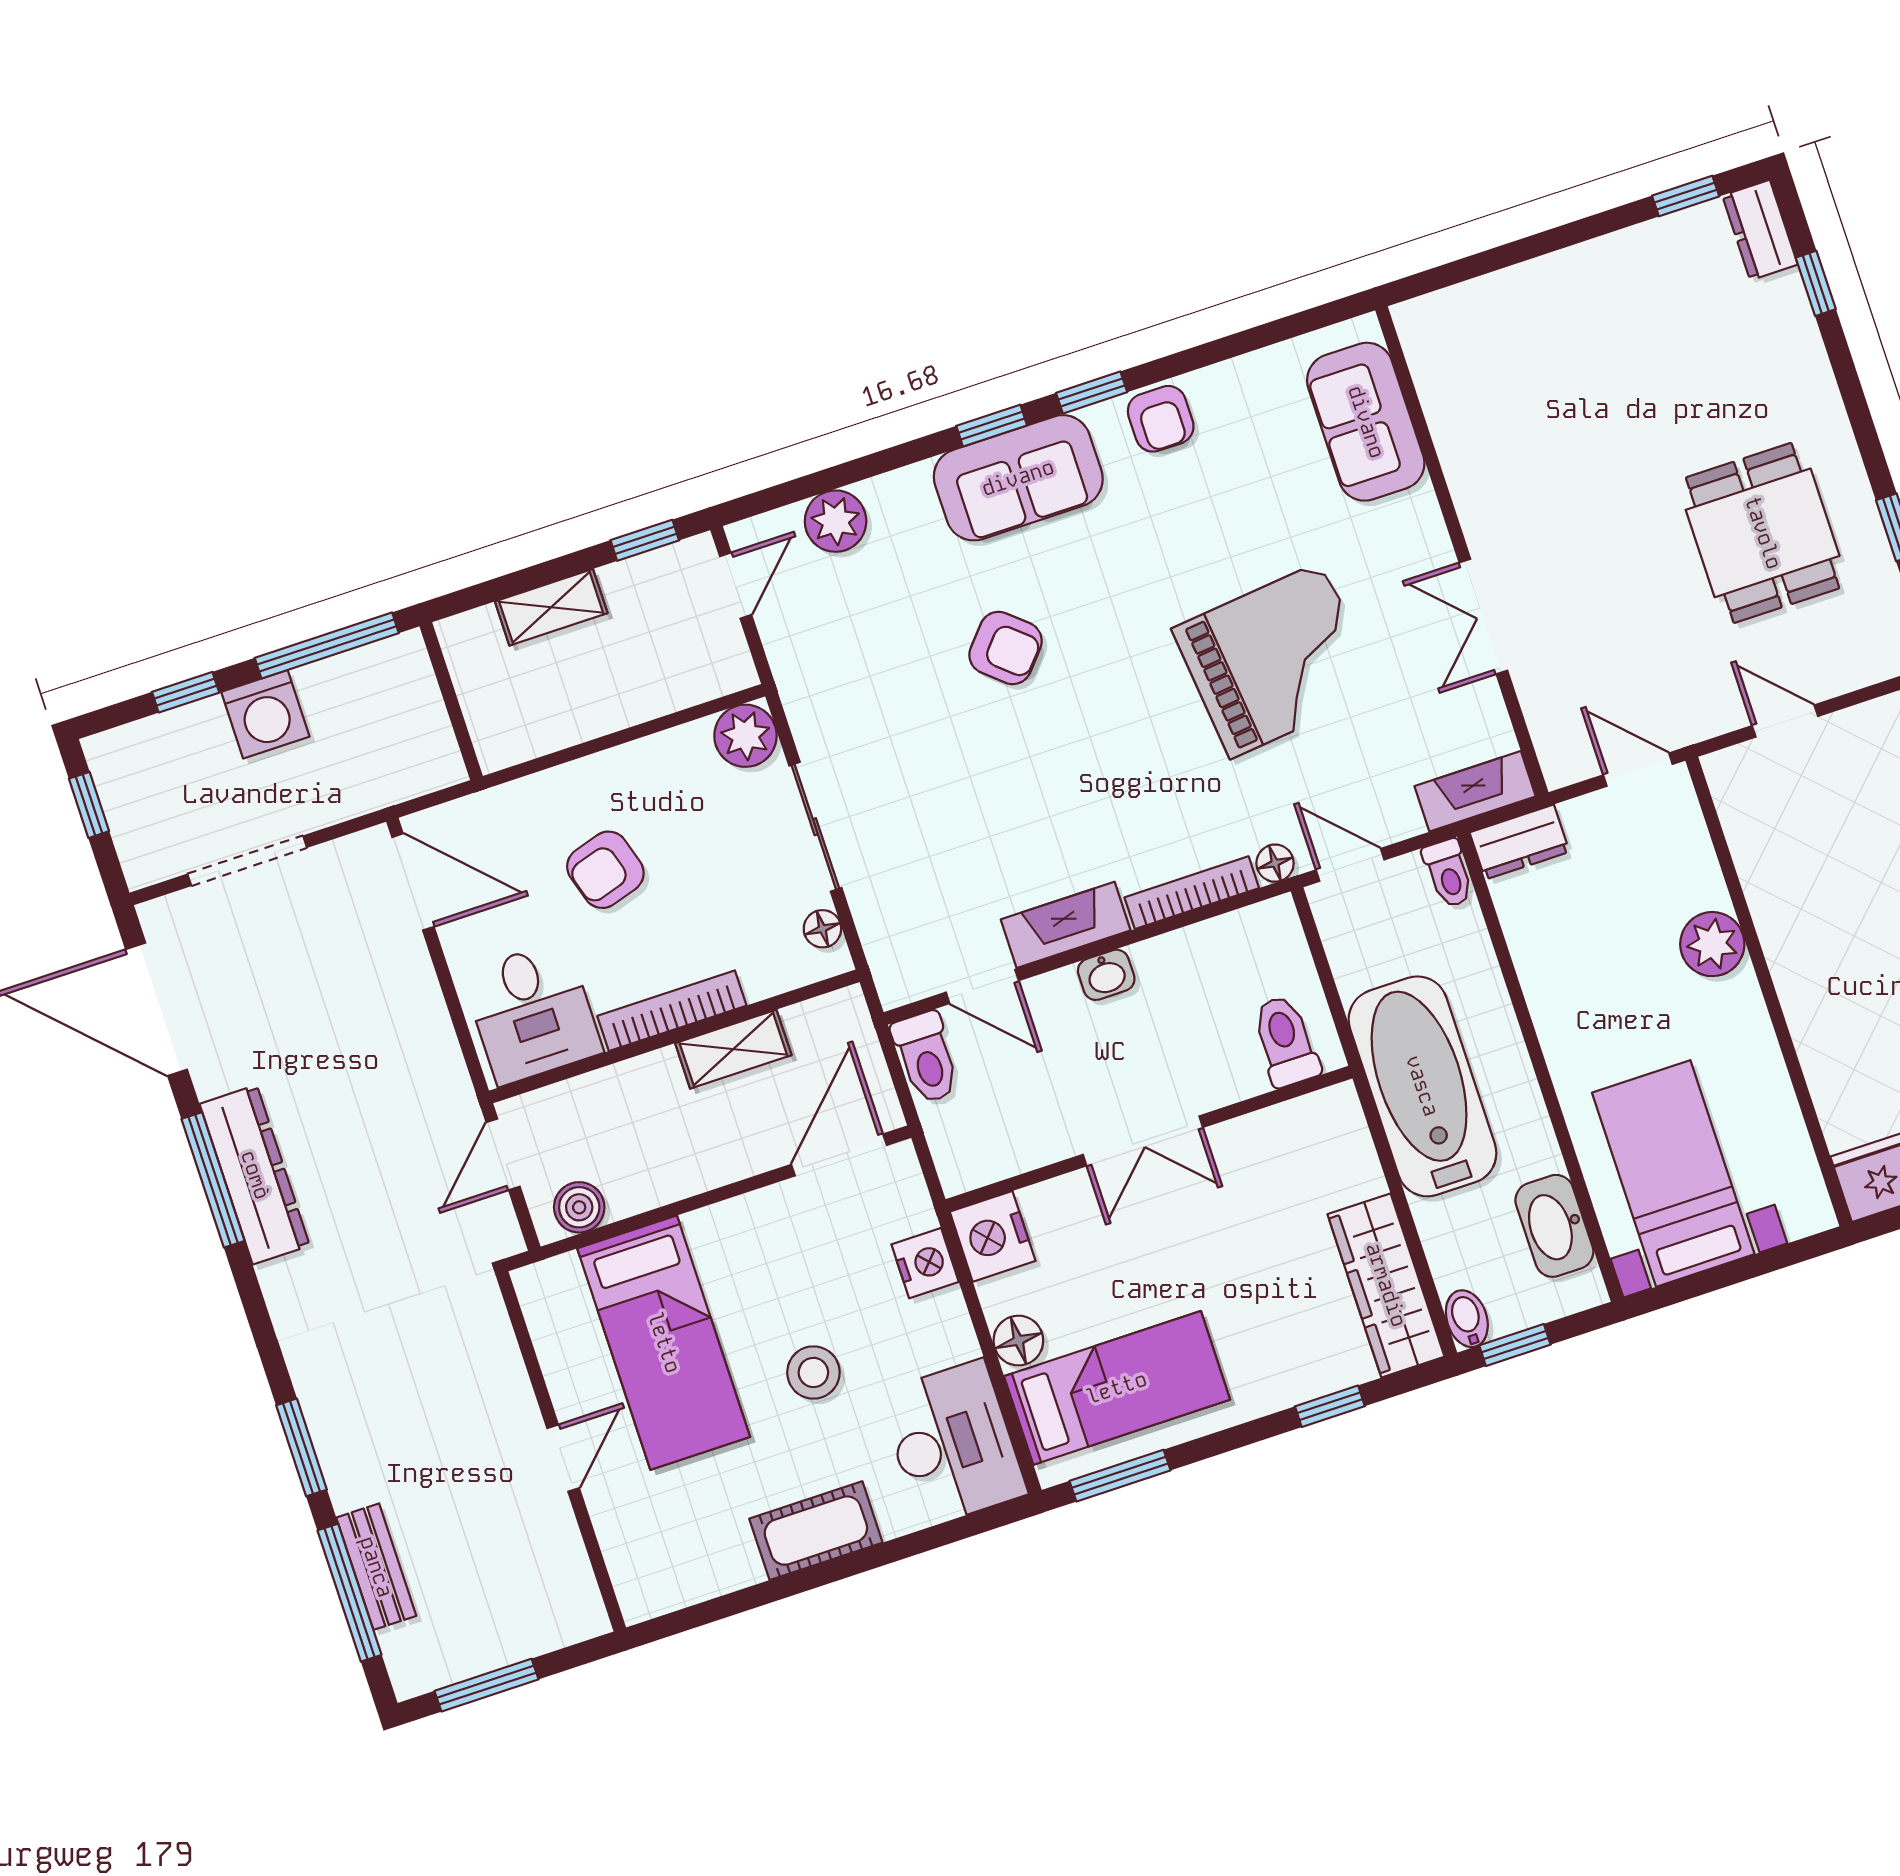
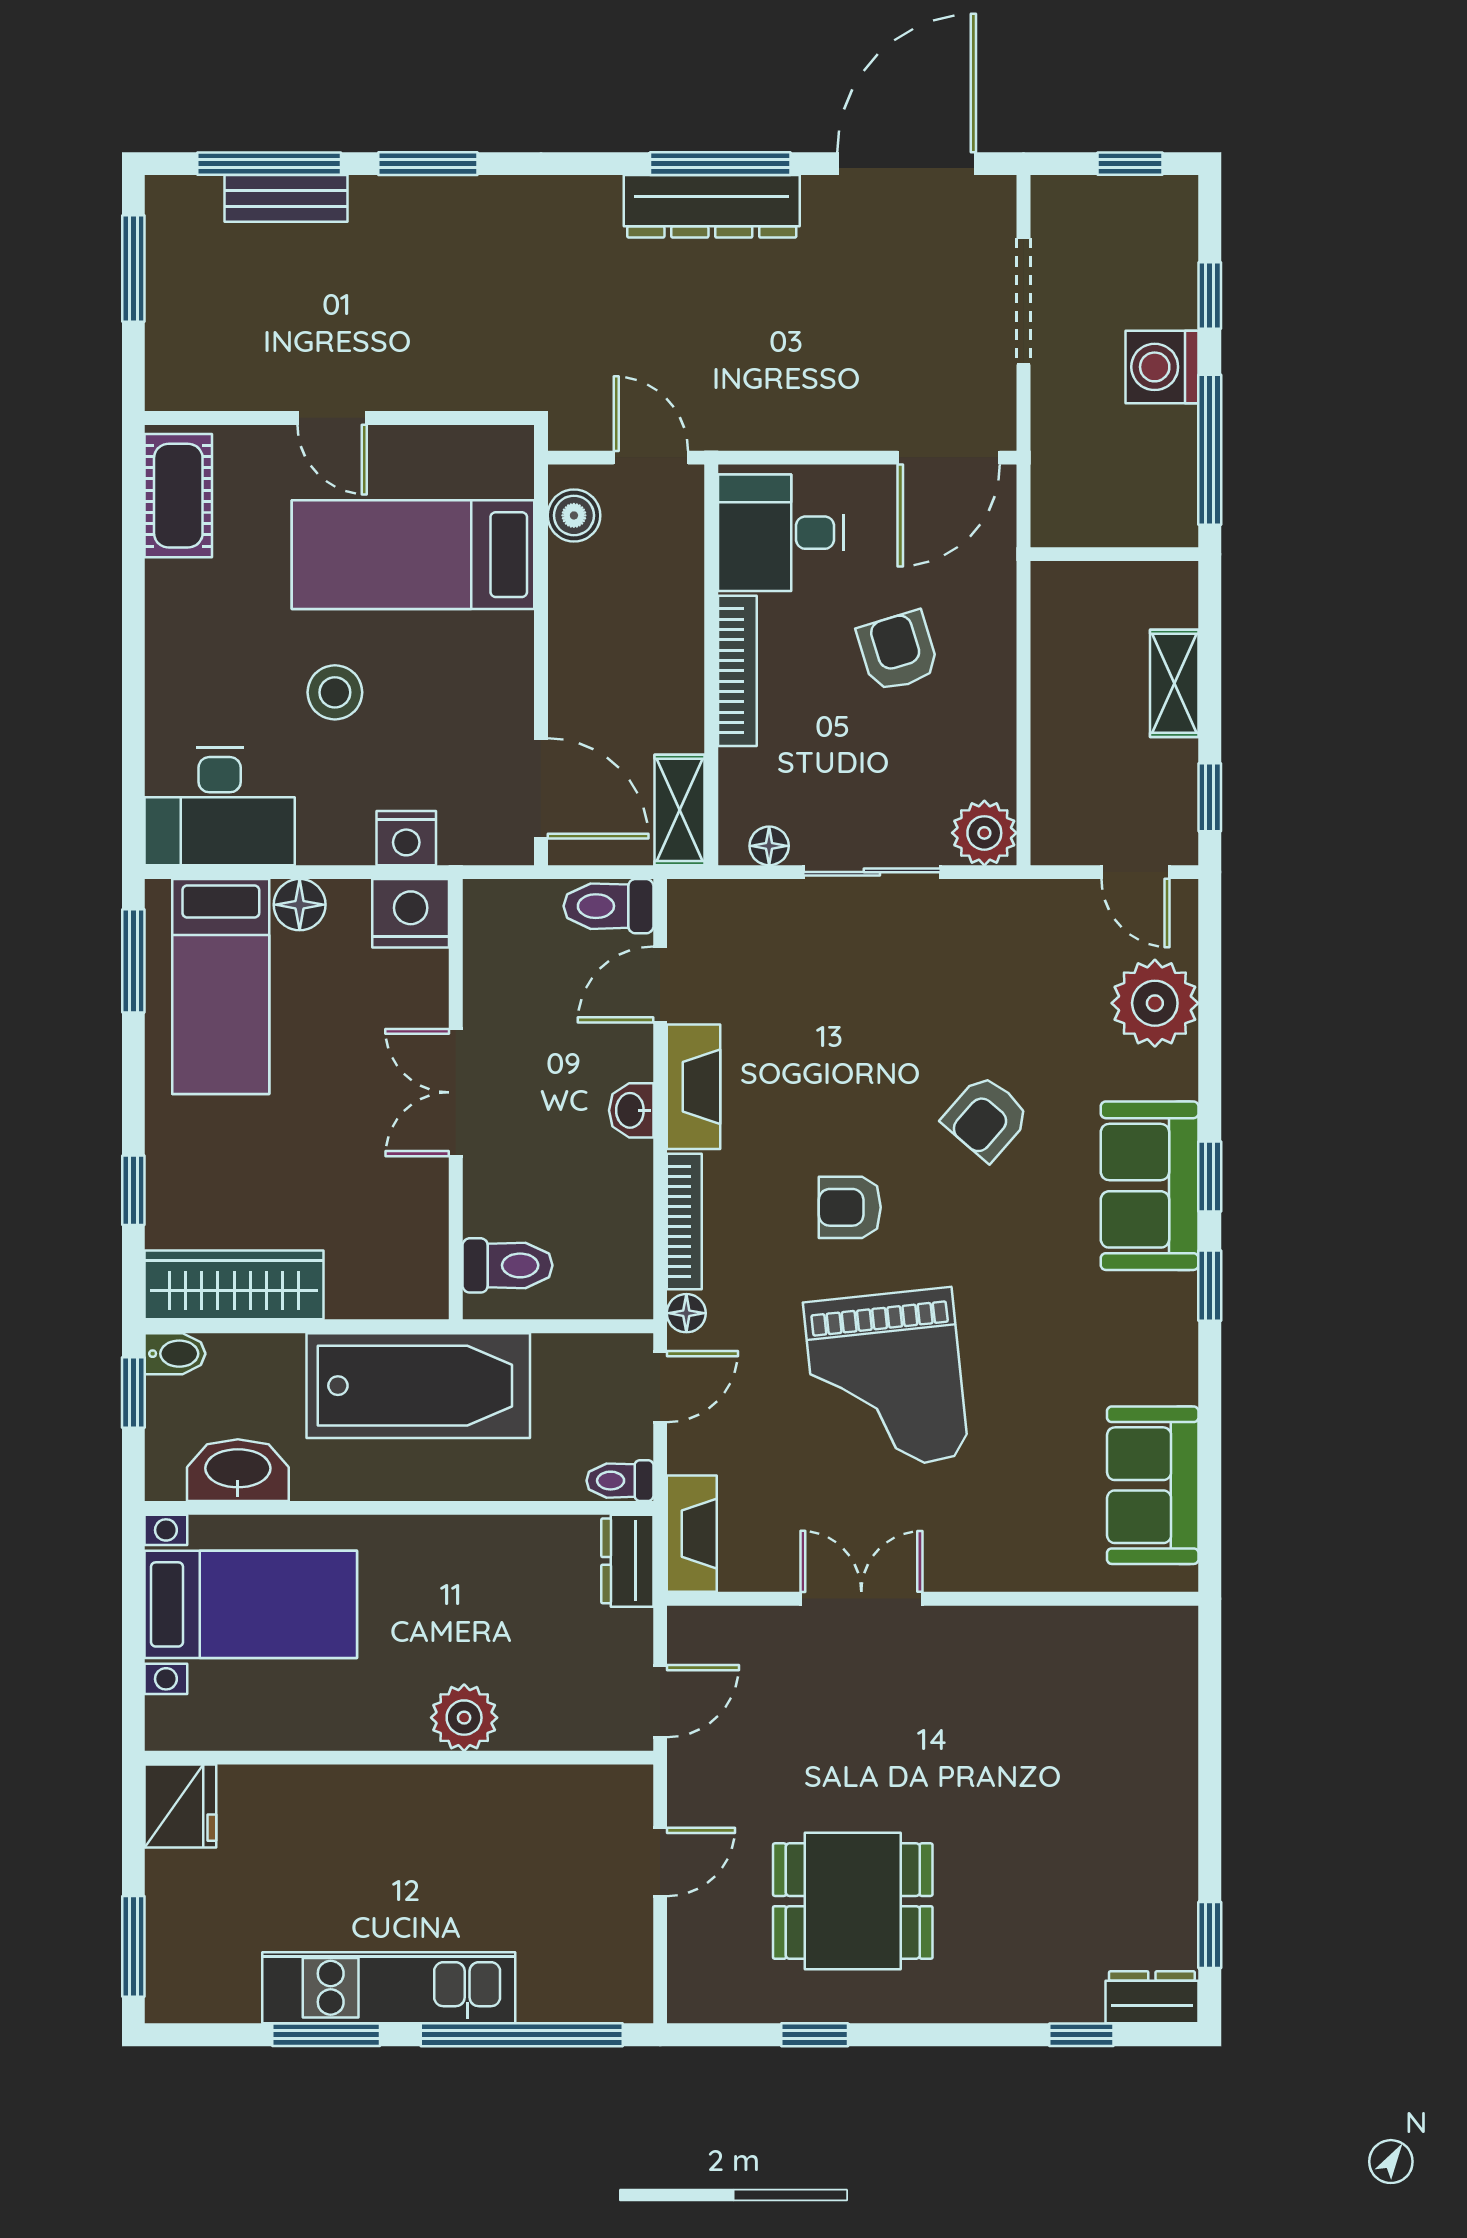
armchair: (1161, 419) -> (850, 1207), moved
sofa: (1366, 422) -> (1153, 1485), moved, turned -90
plant: (836, 521) -> (1155, 1003), width x1.36, depth x1.36
shelving: (733, 1049) -> (680, 810), moved
cot: (816, 1531) -> (178, 496), moved

